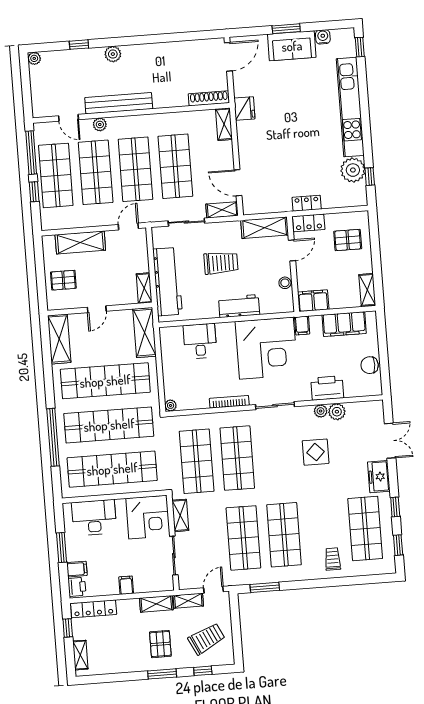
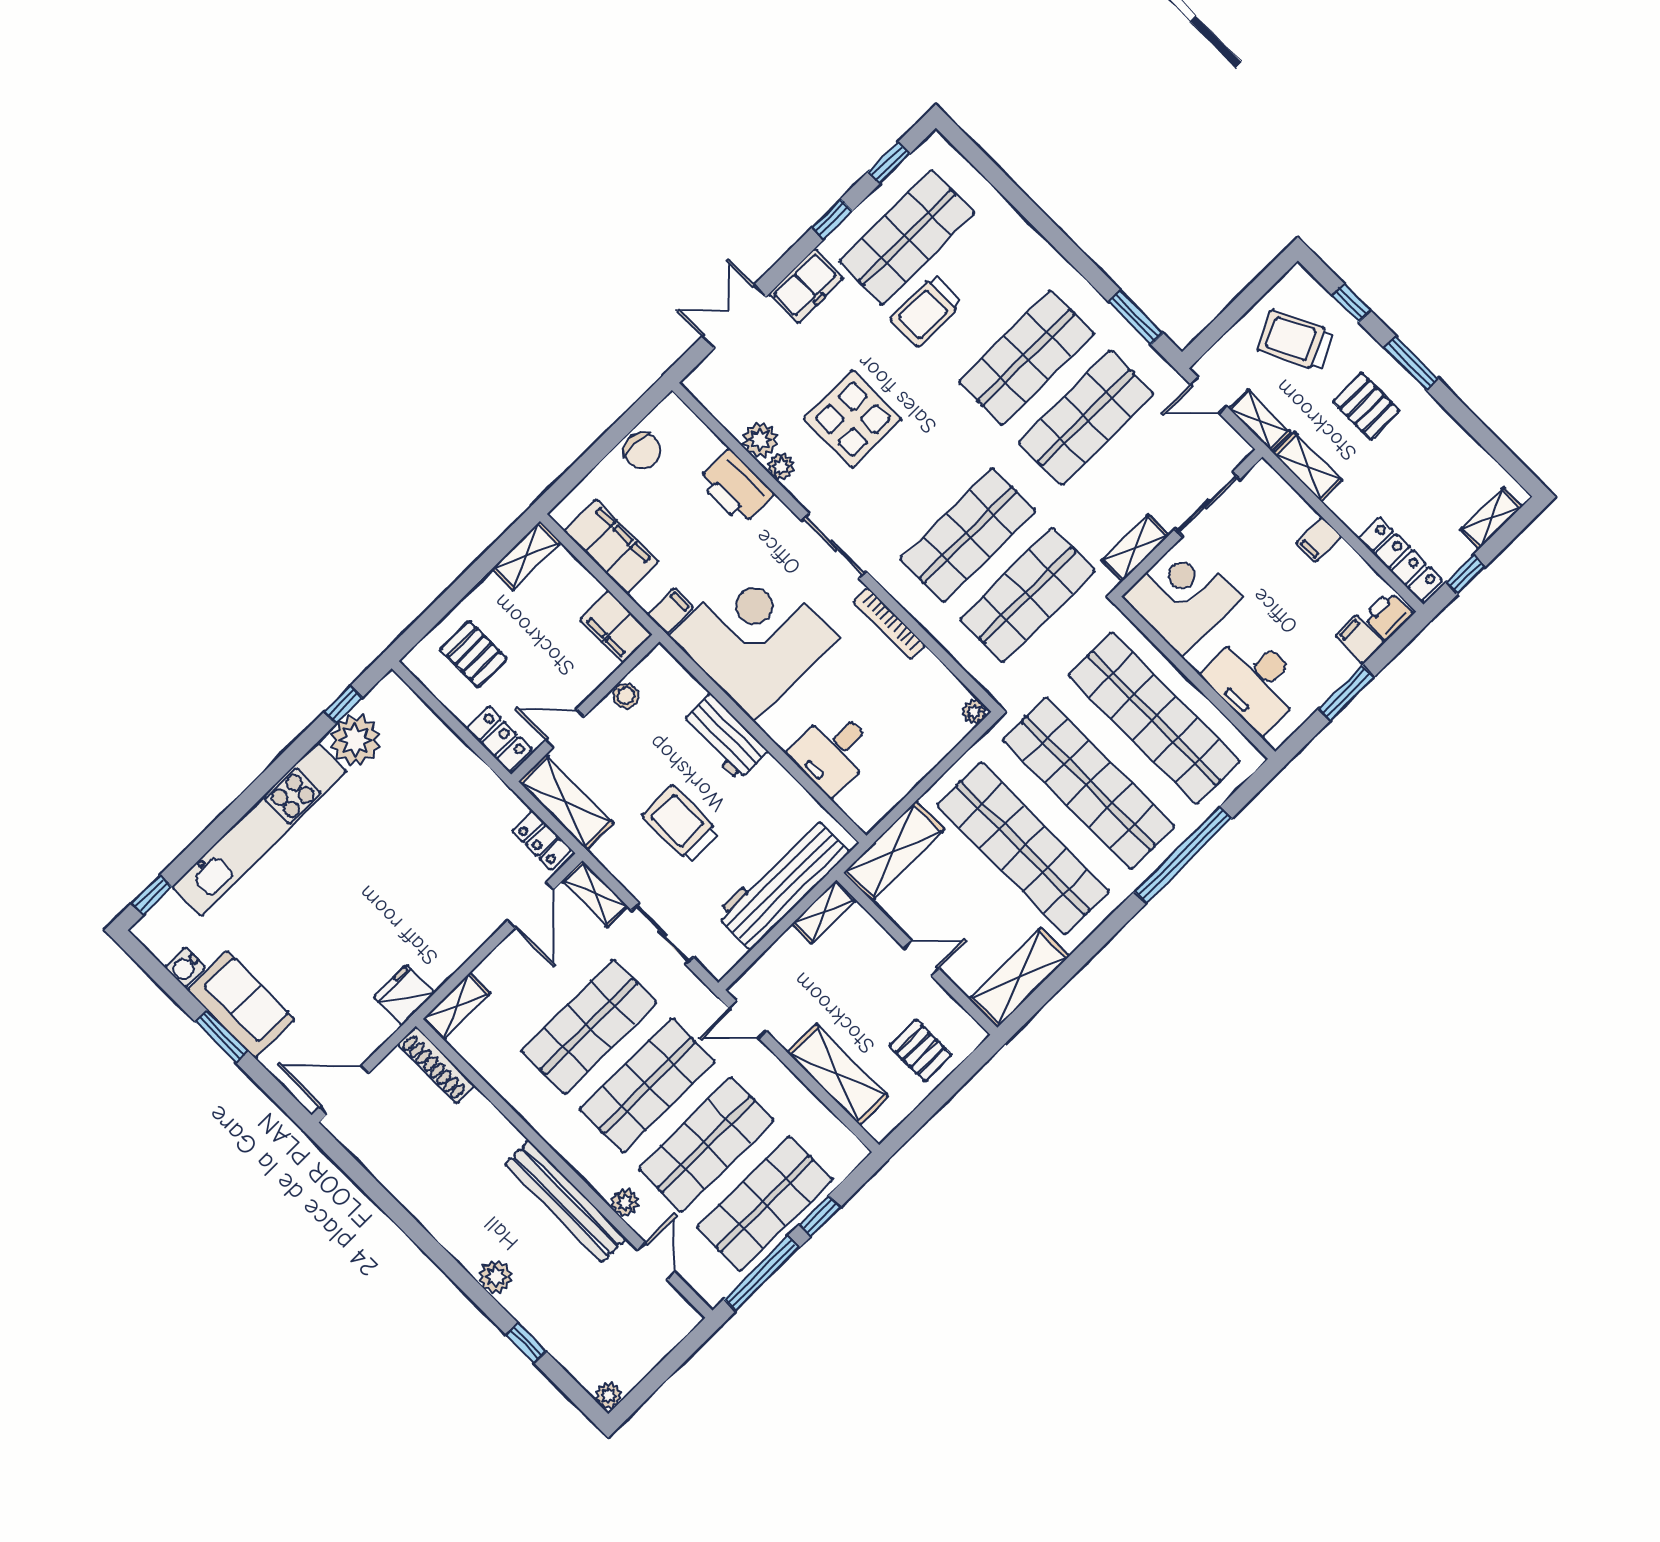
locker: (307, 203) -> (542, 840), moved
display table: (316, 452) -> (853, 419), width x1.36, depth x1.36
trolley: (333, 559) -> (926, 311), moved, width x1.36, depth x1.39
pallet: (160, 644) -> (1366, 406), turned 90

